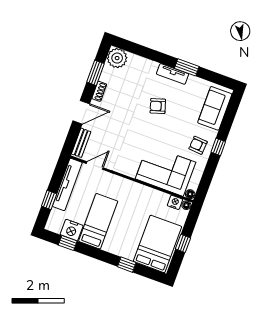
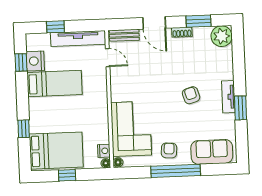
window: (218, 147) -> (176, 171), width x3.17

